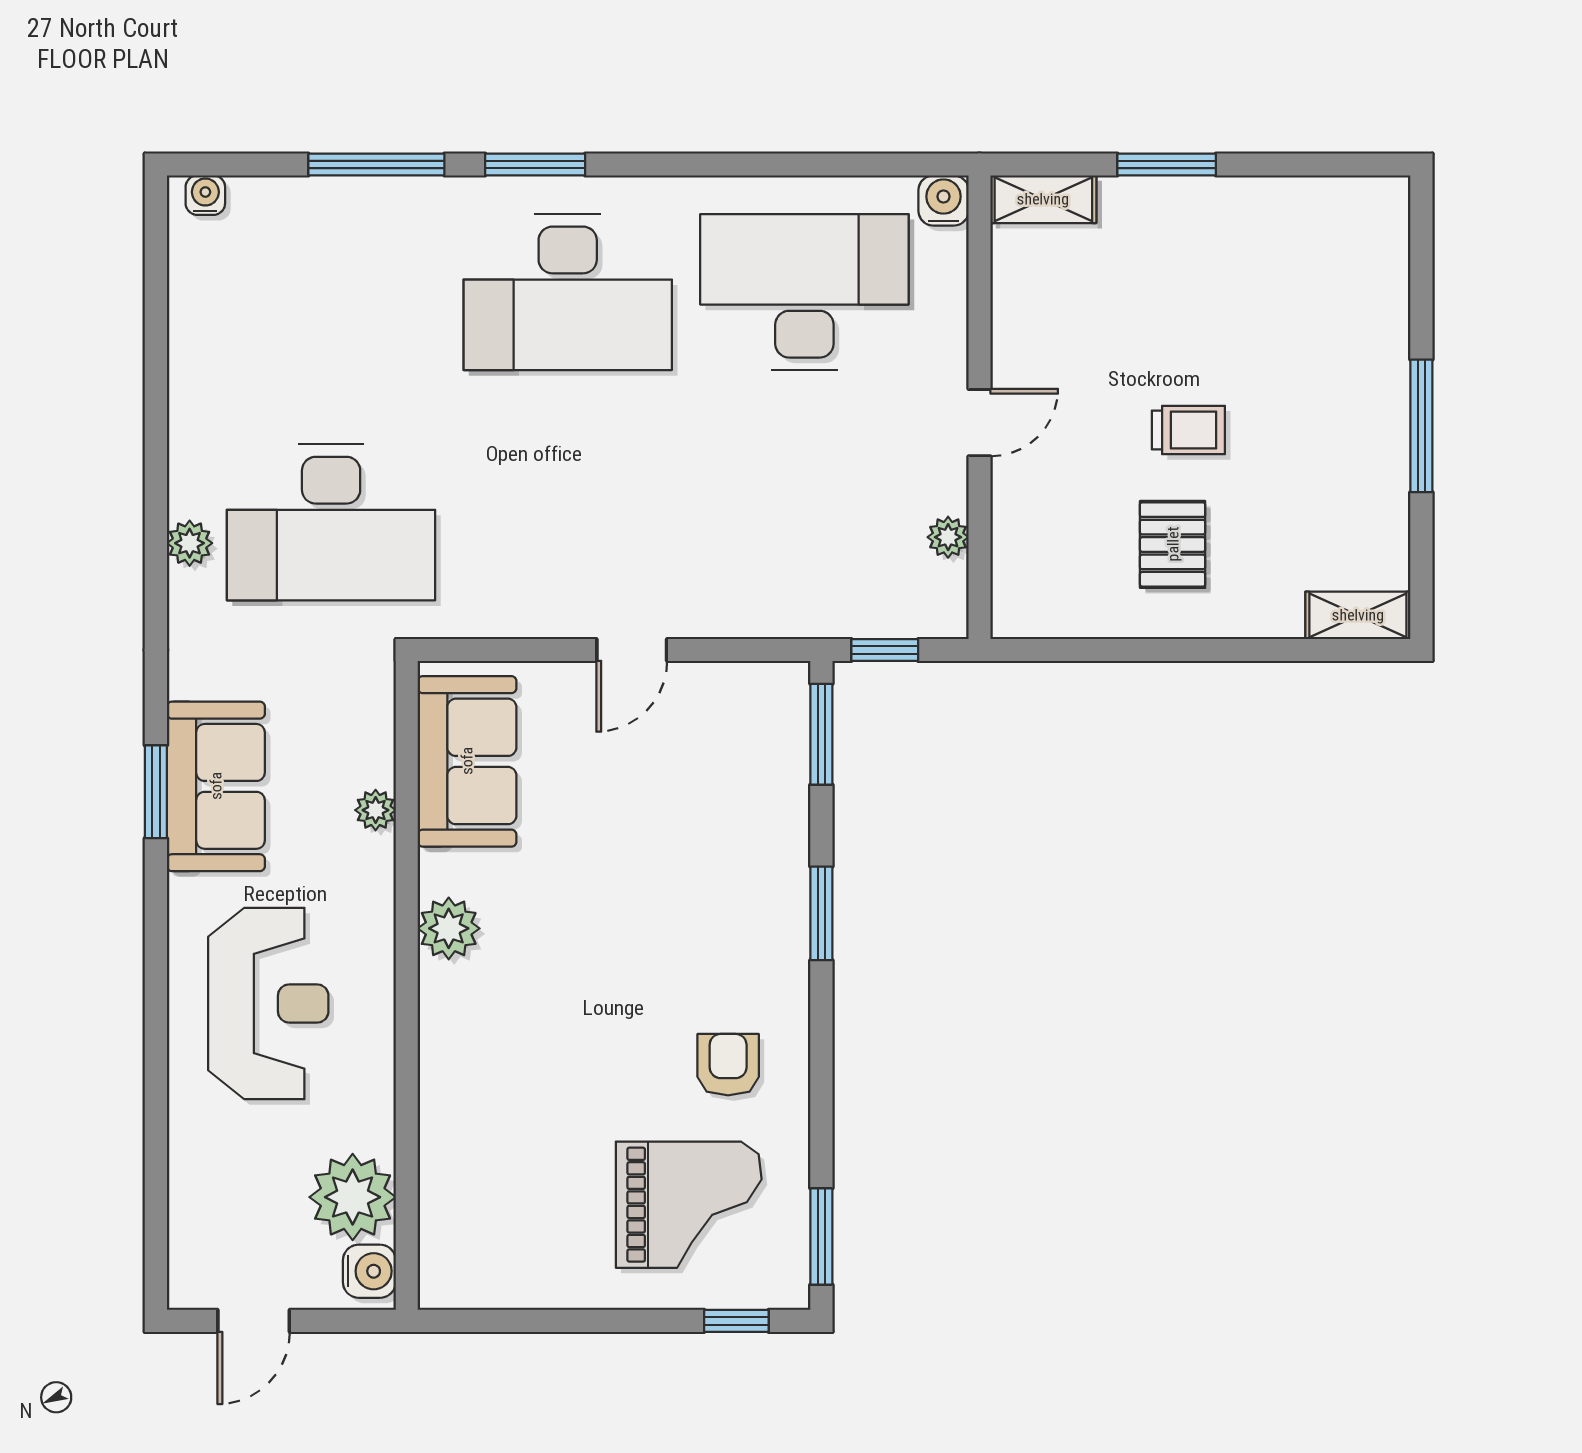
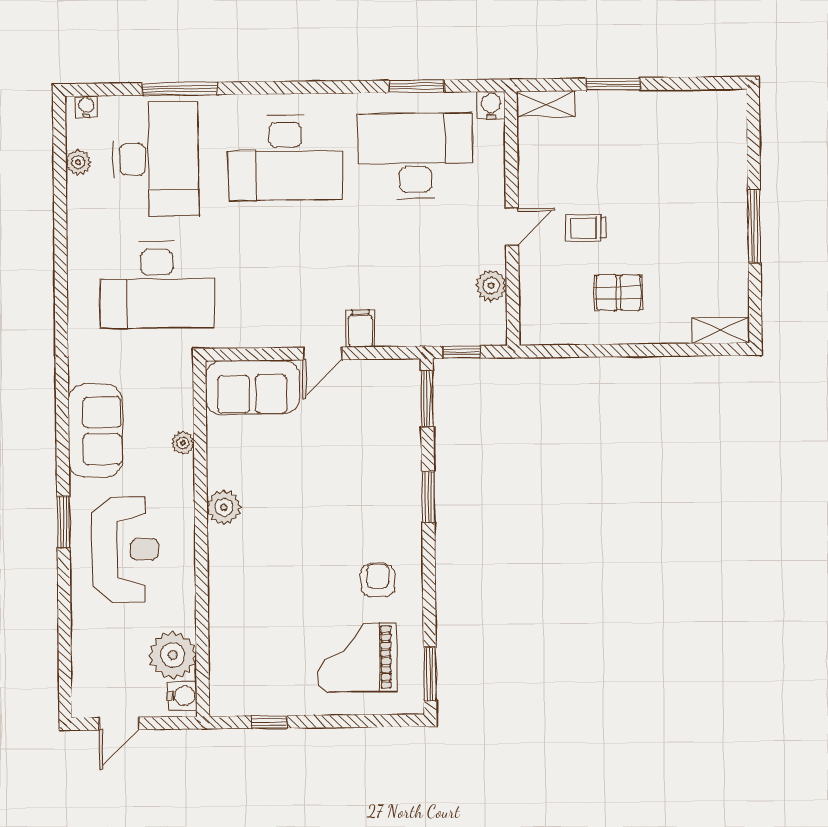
window: (535, 164) -> (416, 86), moved
desk: (331, 292) -> (156, 159), added
trolley: (1188, 430) -> (586, 228), moved, turned 180
plant: (948, 537) -> (491, 286), width x1.38, depth x1.38
plant: (190, 543) -> (78, 162), moved
pallet: (1173, 544) -> (619, 293), turned 90
filing cabinet: (701, 605) -> (360, 329), added
sofa: (467, 761) -> (252, 387), moved, turned 90
window: (156, 792) -> (63, 522), moved
grand piano: (689, 1205) -> (357, 657), turned 180
window: (736, 1321) -> (269, 722), moved

